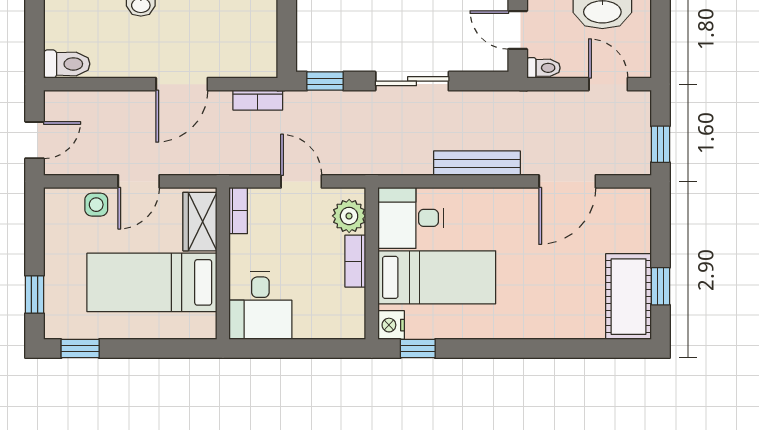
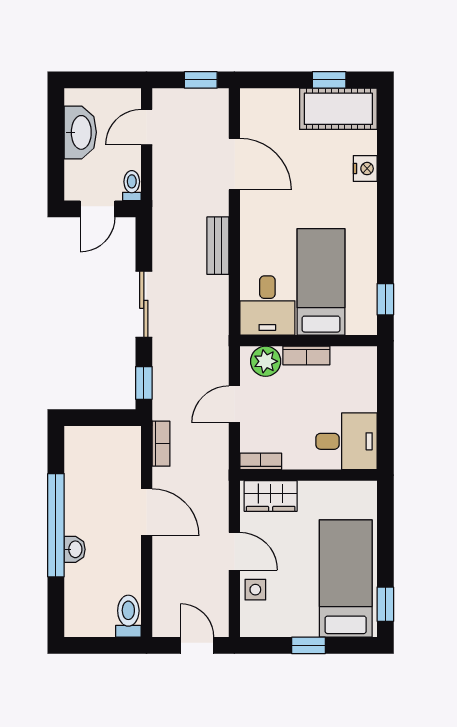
bench: (477, 163) -> (218, 246), width x0.73
bed: (152, 282) -> (346, 578), moved, turned 180
window: (34, 295) -> (308, 645), moved
nightstand: (391, 325) -> (365, 169), moved, turned -90

